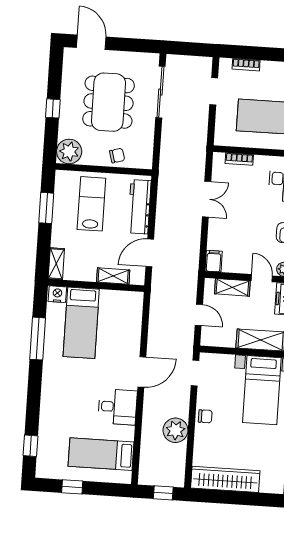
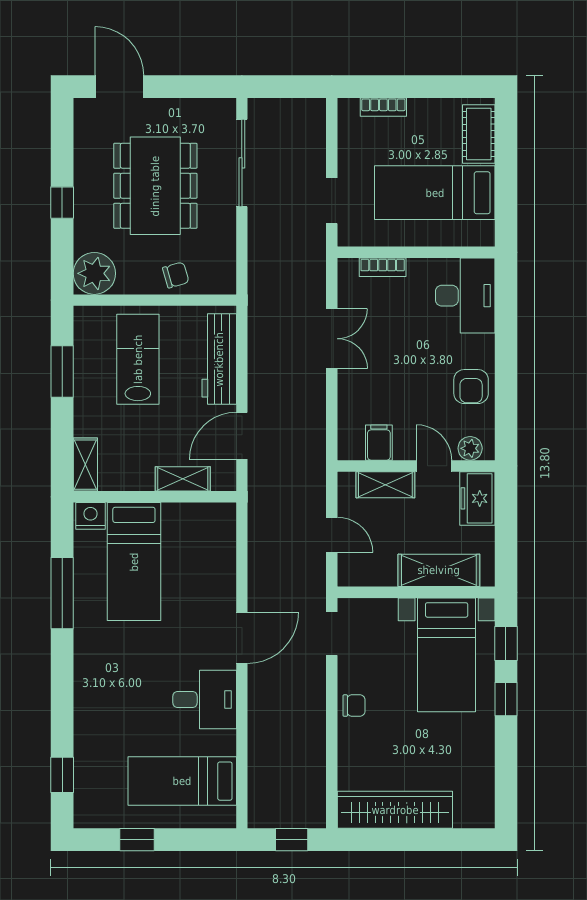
doorway: (214, 91) -> (332, 201), moved
filing cabinet: (214, 261) -> (379, 443), moved
plant: (176, 430) -> (305, 732), removed

